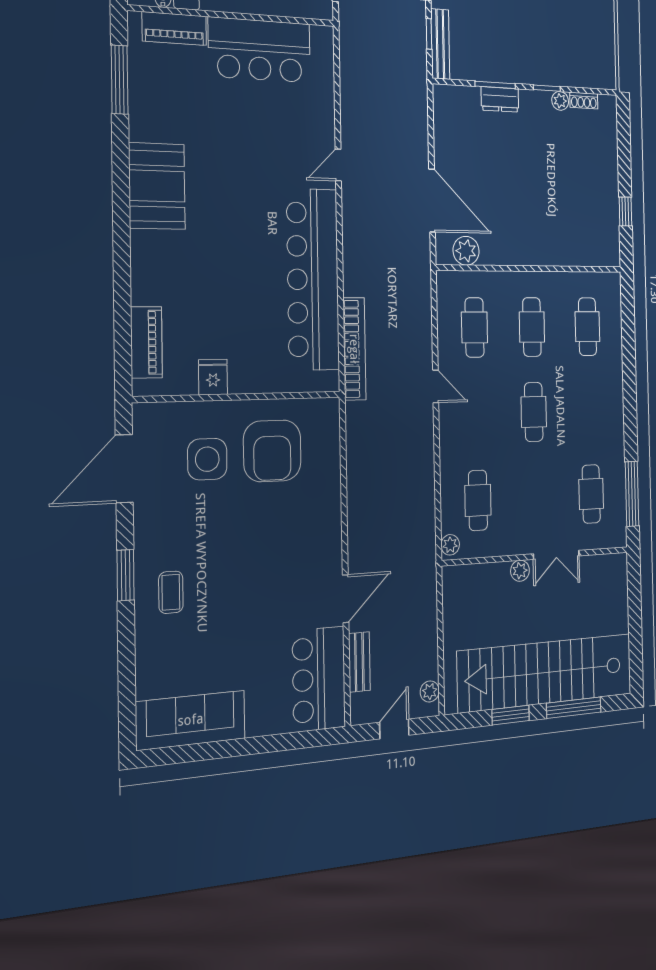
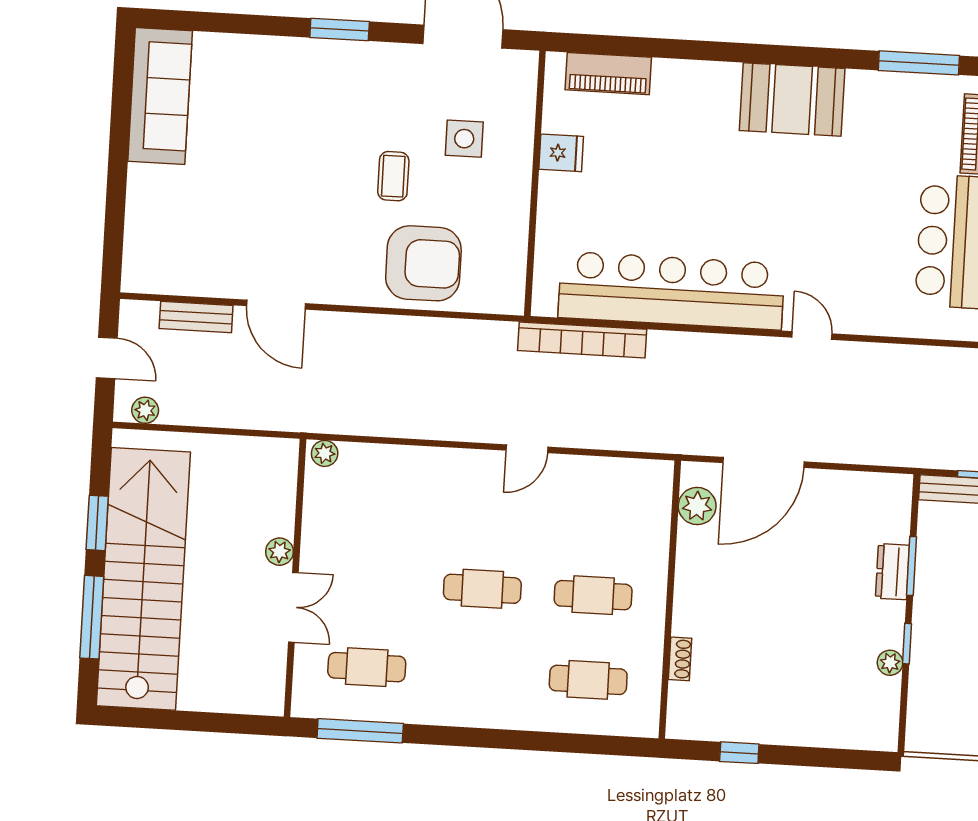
shoe rack: (584, 101) -> (680, 659), moved, turned 180
cafe table: (474, 327) -> (598, 510), removed
armchair: (272, 451) -> (423, 263), moved, turned 180
side table: (207, 459) -> (464, 139), width x0.73, depth x0.73
cafe table: (478, 500) -> (376, 498), removed
double door: (556, 555) -> (293, 607), swing flipped
coffee table: (171, 592) -> (393, 176), moved, turned 90
bar counter: (319, 679) -> (183, 262), removed

